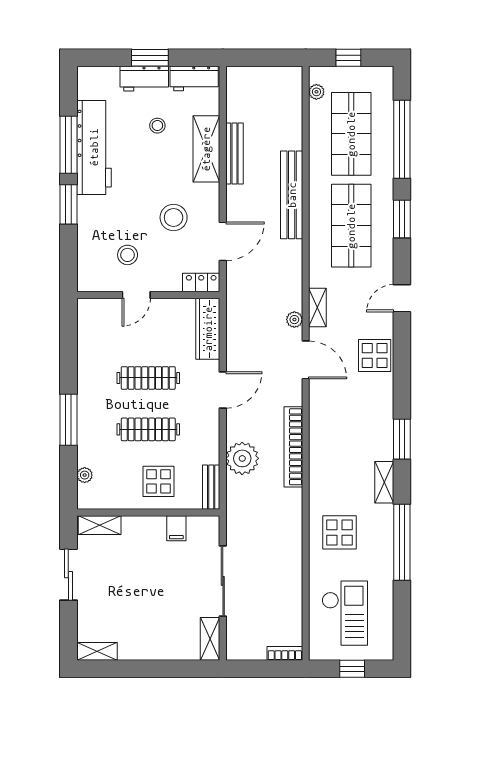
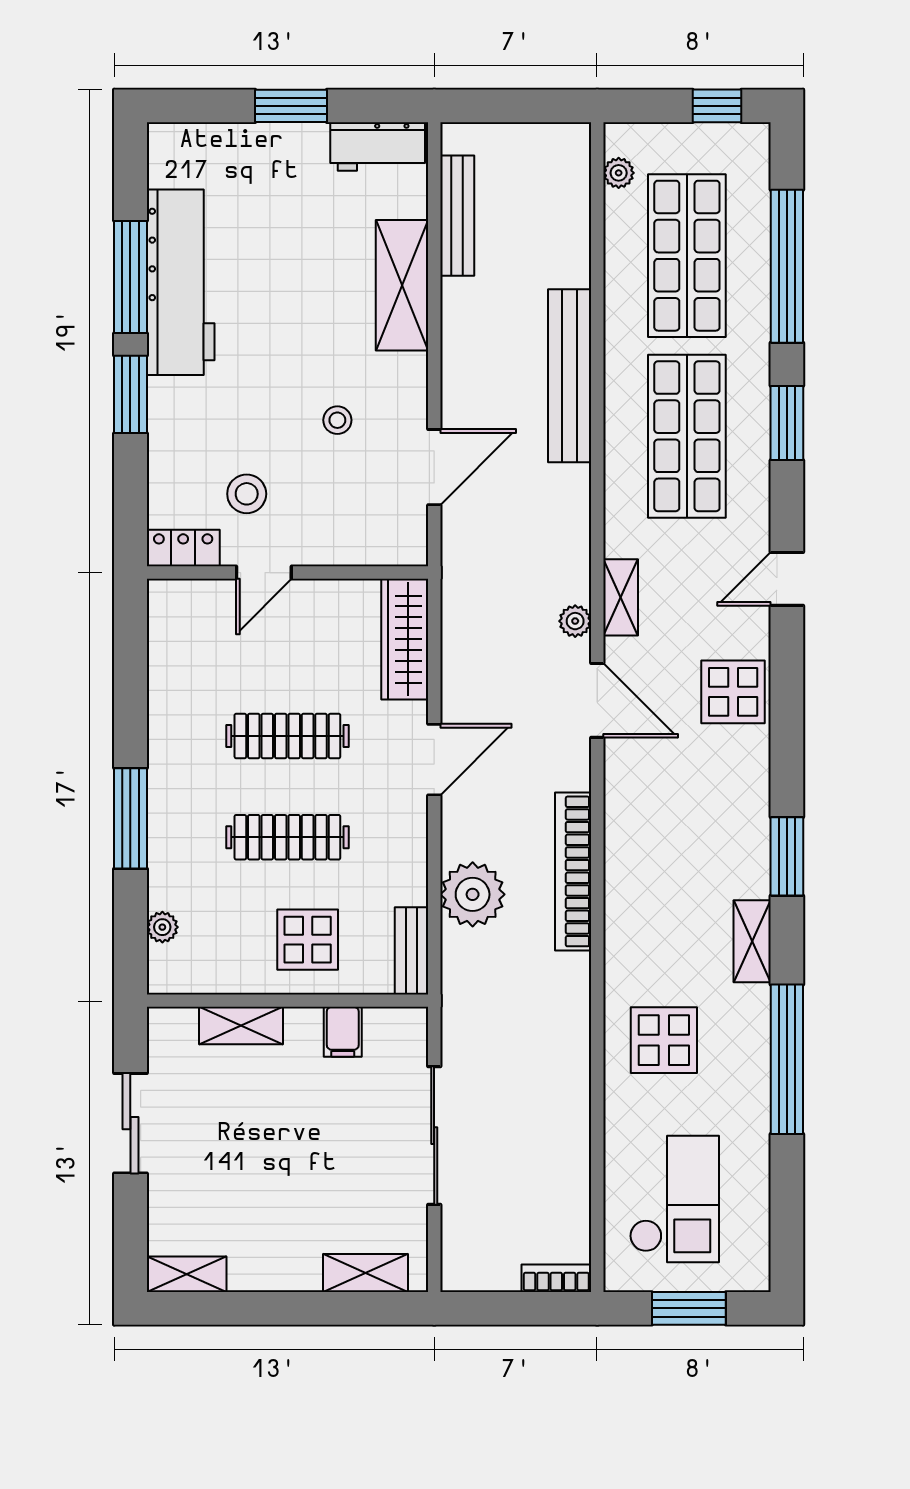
window: (348, 58) -> (717, 106), moved
workbench: (144, 79) -> (280, 147), removed
stool: (157, 126) -> (305, 239), removed
bench: (234, 153) -> (457, 216), moved
stool: (174, 217) -> (337, 420), width x0.53, depth x0.53
locker: (201, 282) -> (183, 548), moved
shelving: (100, 525) -> (241, 1026), moved
shelving: (210, 639) -> (365, 1273), moved, turned 90
window: (352, 669) -> (689, 1308), width x1.50

